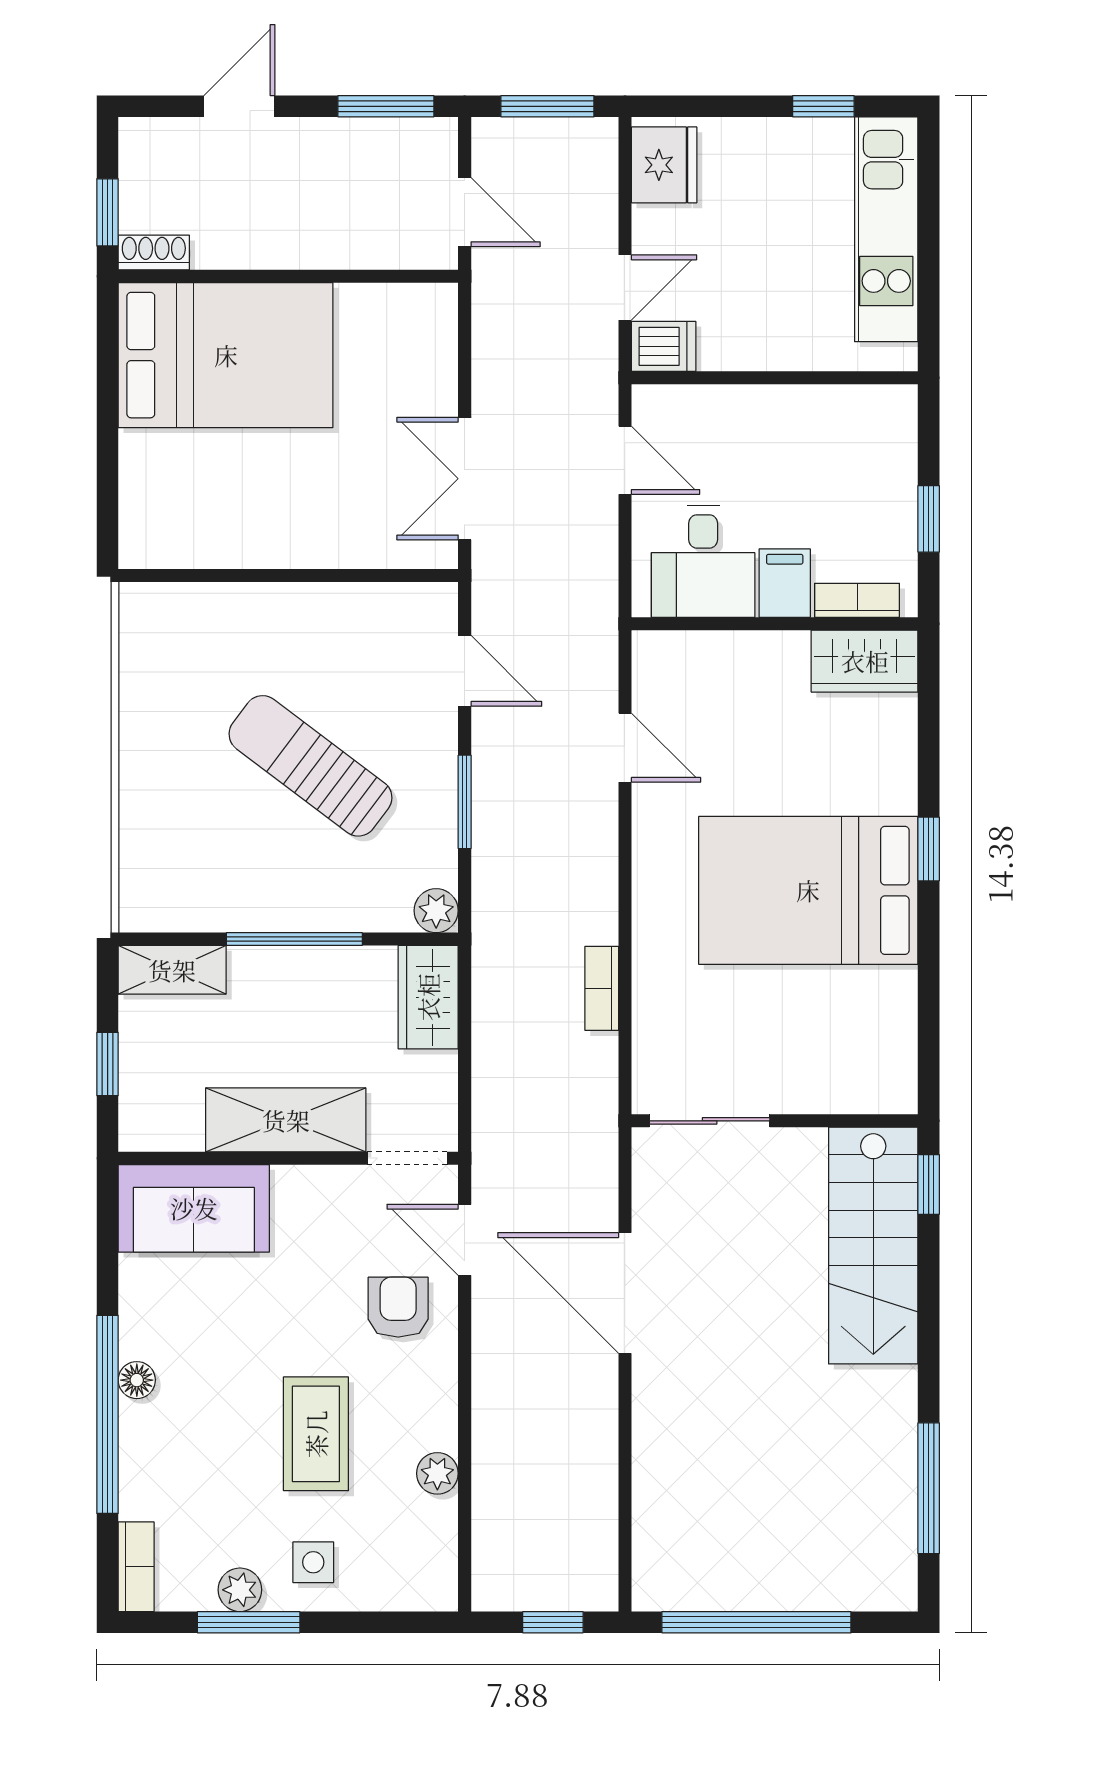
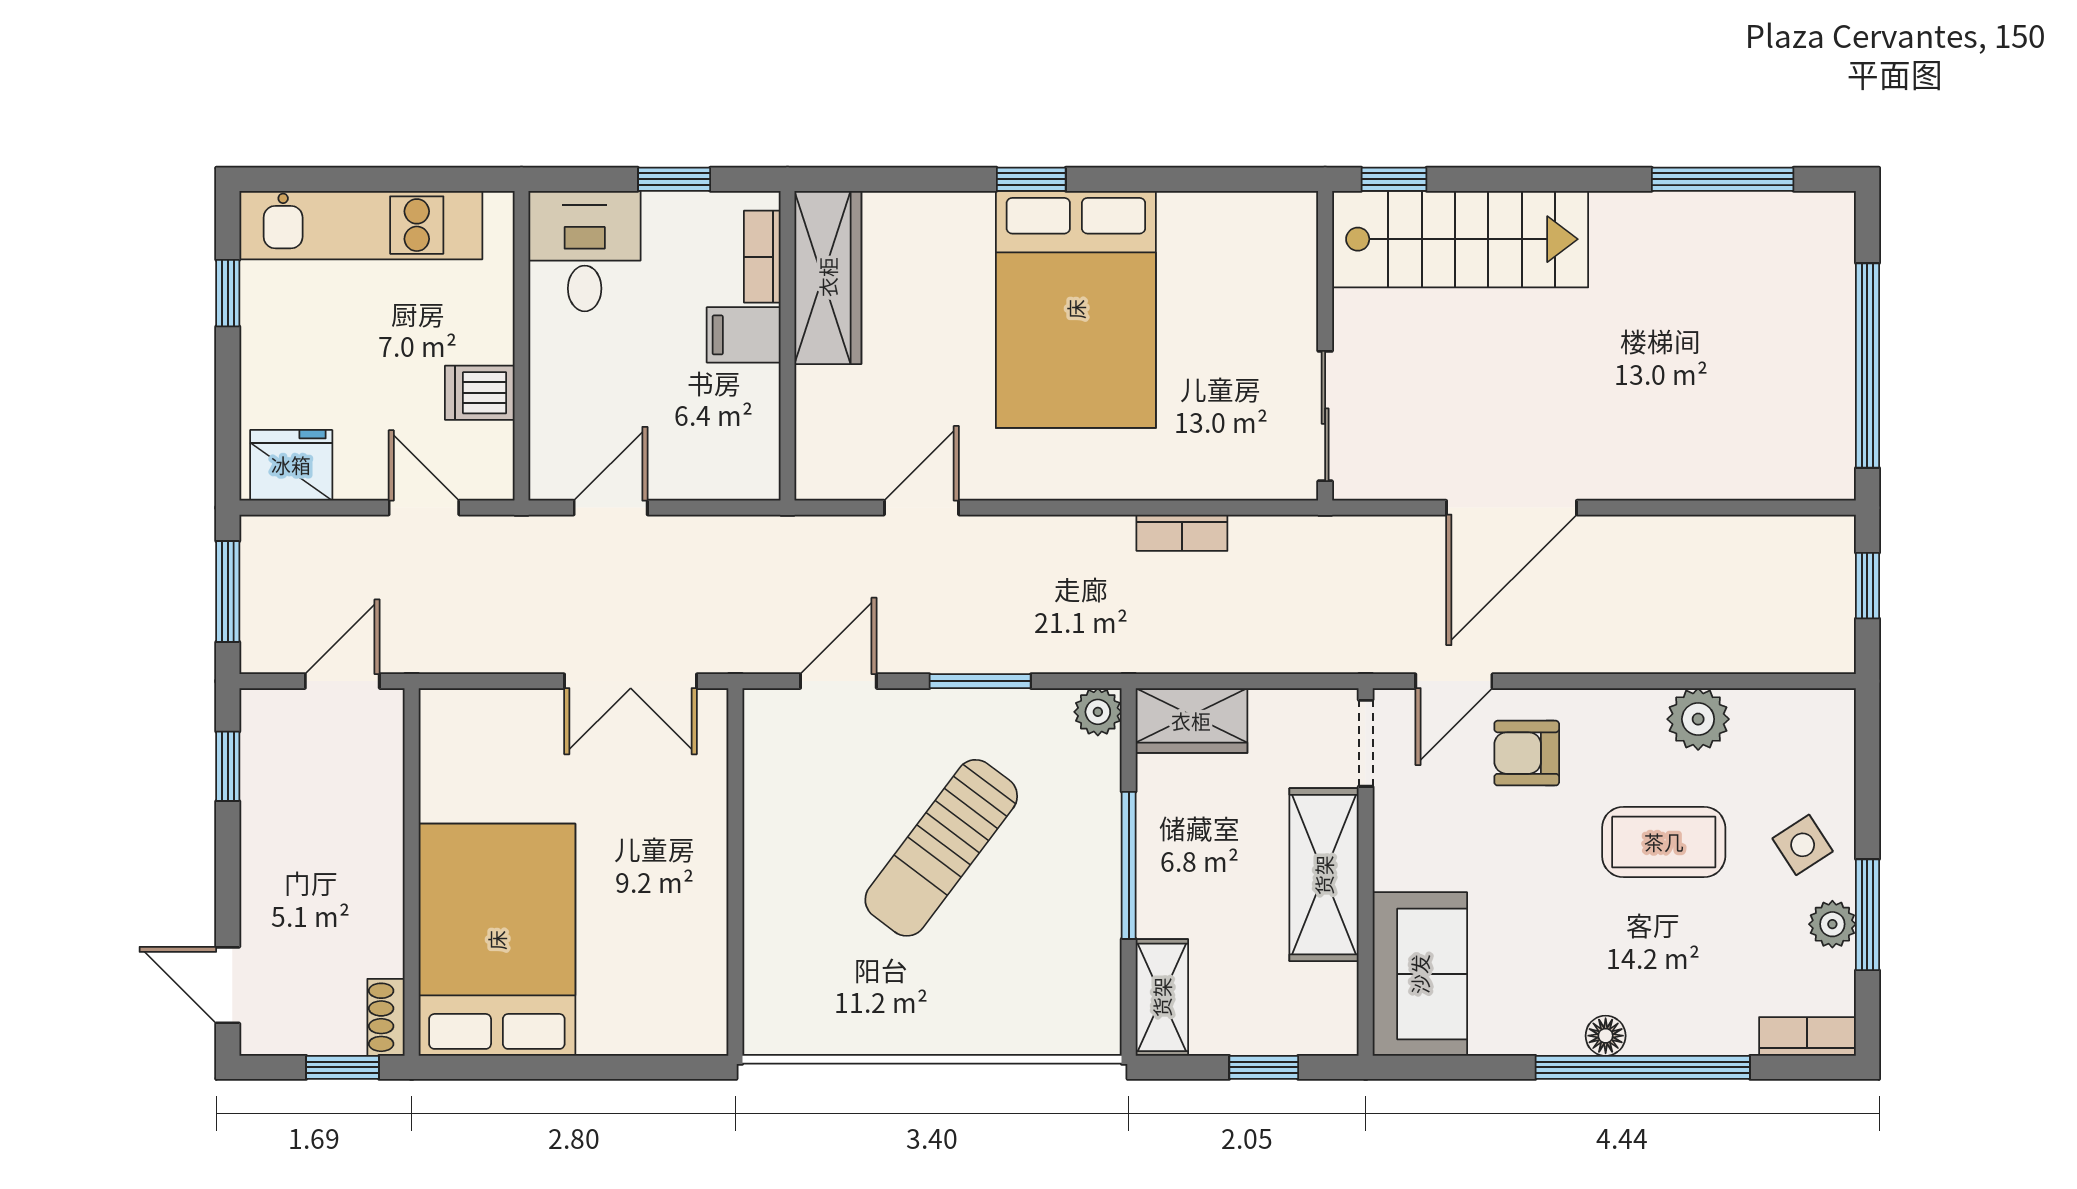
door: (239, 106) -> (228, 985), moved
window: (386, 106) -> (228, 766), width x0.67
dishwasher: (664, 346) -> (480, 393), moved, turned -90
desk: (703, 562) -> (585, 251), moved, turned -90
wardrobe: (865, 661) -> (828, 277), width x1.50
plant: (437, 1473) -> (1698, 719), width x1.38, depth x1.38
side table: (313, 1562) -> (1803, 845), turned -33

